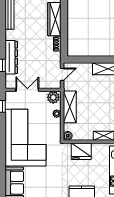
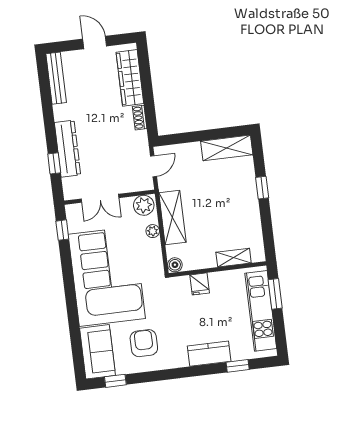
double door: (27, 90) -> (100, 198), swing flipped
fridge: (81, 151) -> (200, 284), width x0.53, depth x0.75
armchair: (43, 181) -> (144, 343), added

